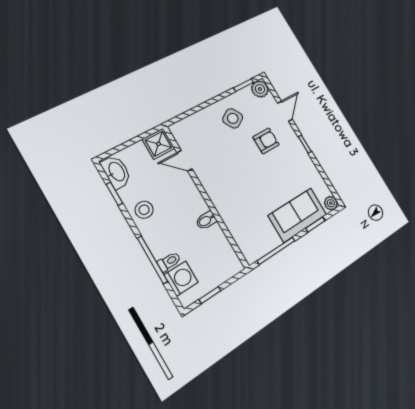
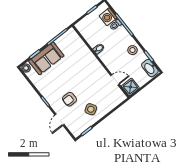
plant: (260, 89) -> (76, 131), removed

